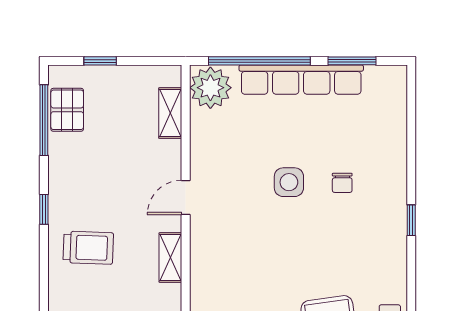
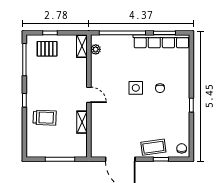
row of seats: (301, 80) -> (161, 41), moved
plant: (210, 88) -> (96, 49), width x0.53, depth x0.53
pallet: (67, 110) -> (47, 49), moved, turned 90
shelving: (170, 113) -> (82, 46), moved
door: (186, 197) -> (89, 95), swing flipped

